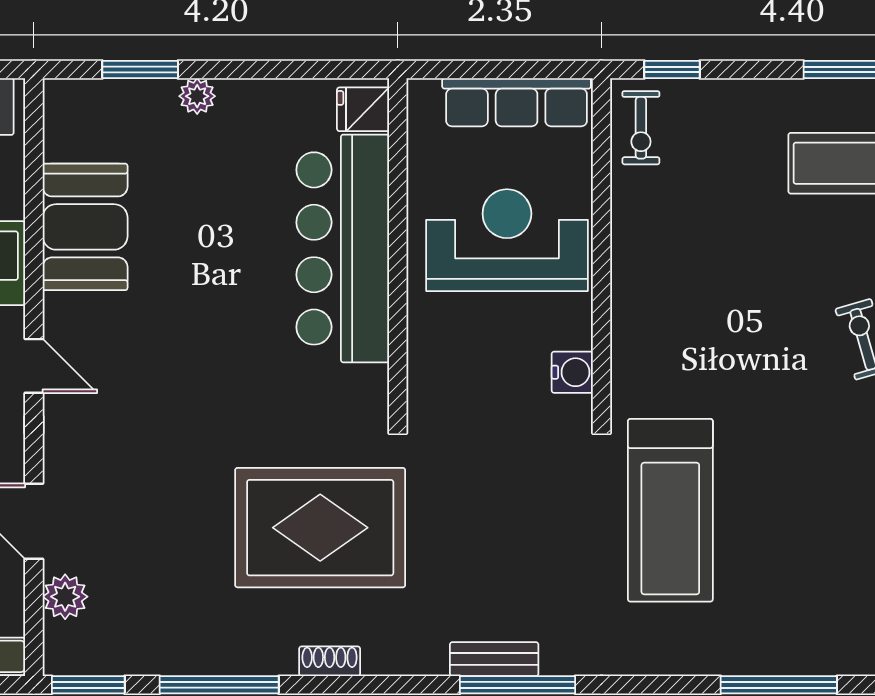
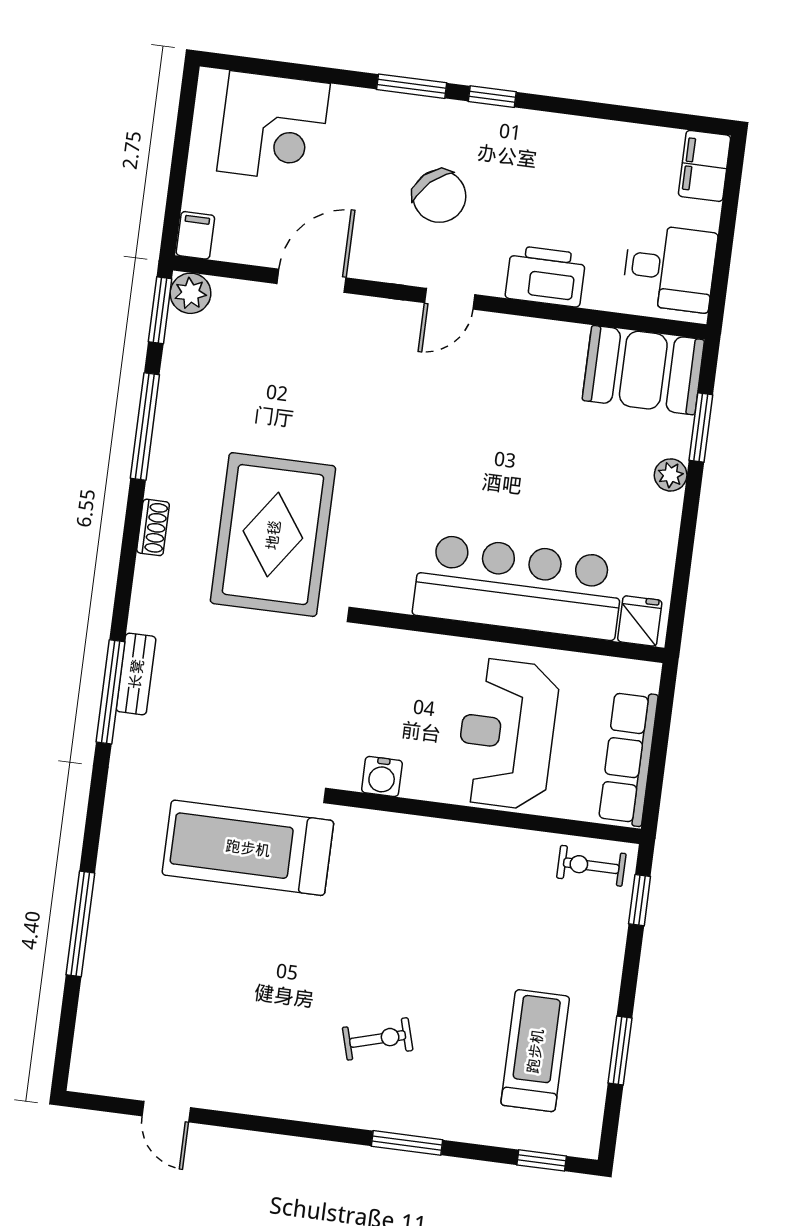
booth: (85, 227) -> (643, 370), moved
reception desk: (507, 240) -> (507, 734), turned 180
plant: (65, 597) -> (190, 293), moved

